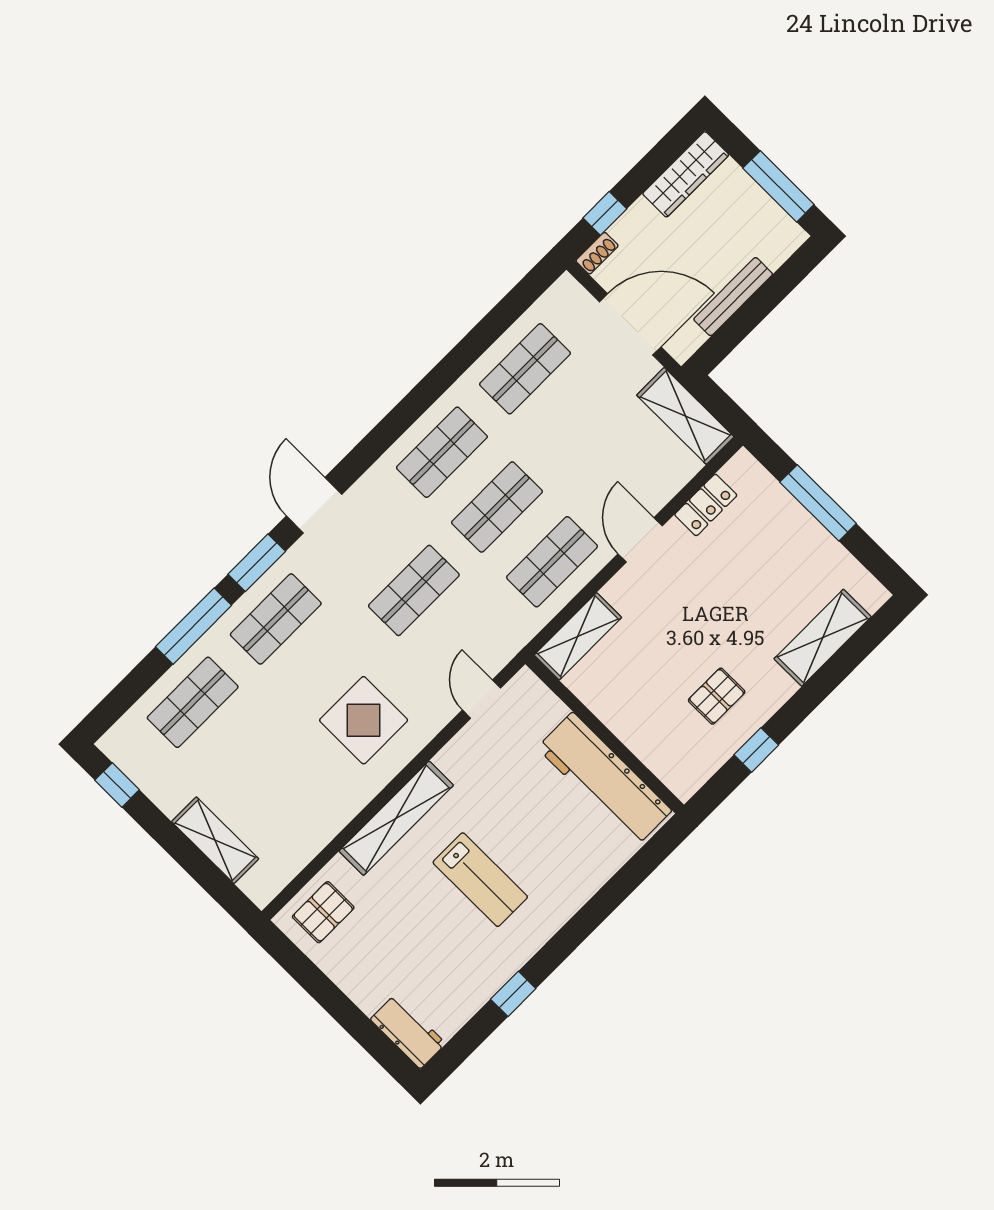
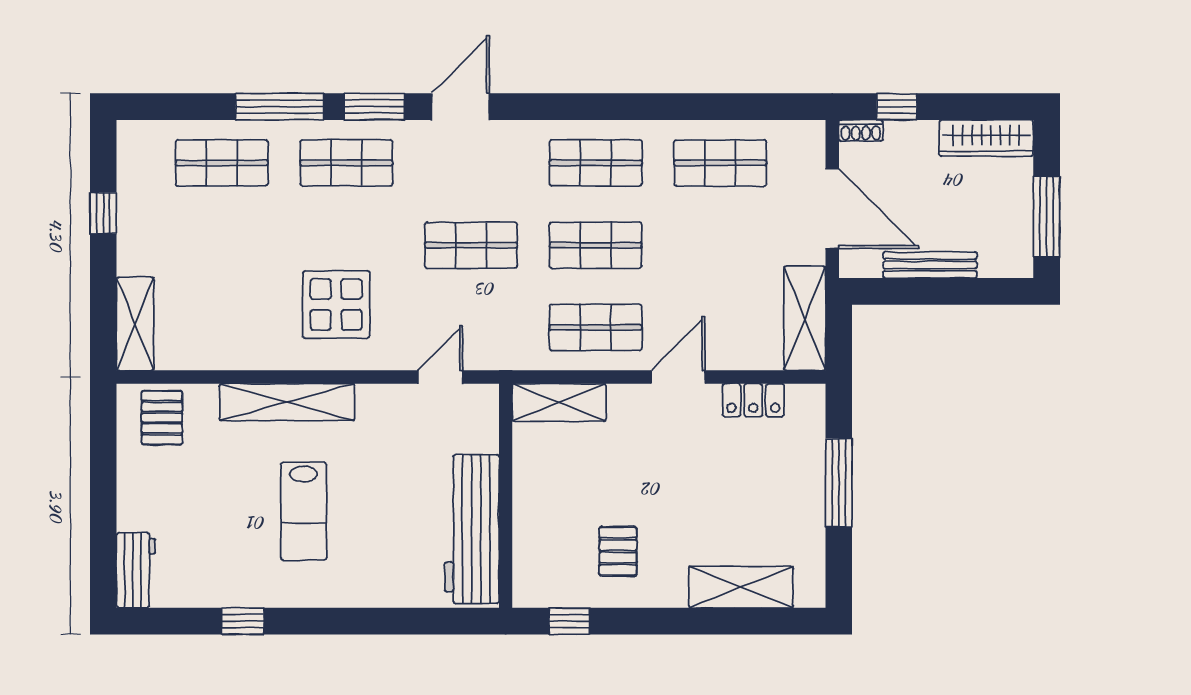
pallet: (717, 696) -> (618, 551), turned 90
window: (756, 750) -> (569, 621), moved
window: (117, 785) -> (103, 213), moved
shelving: (215, 840) -> (135, 324), moved
pallet: (323, 912) -> (162, 418), turned 90

